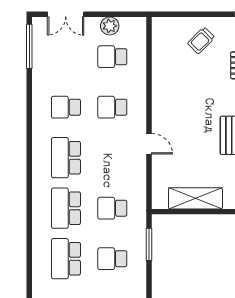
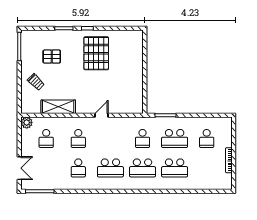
plant: (110, 26) -> (27, 123), moved
shelving: (195, 198) -> (58, 107), moved, turned 90
school desk: (112, 259) -> (175, 138), width x1.85

